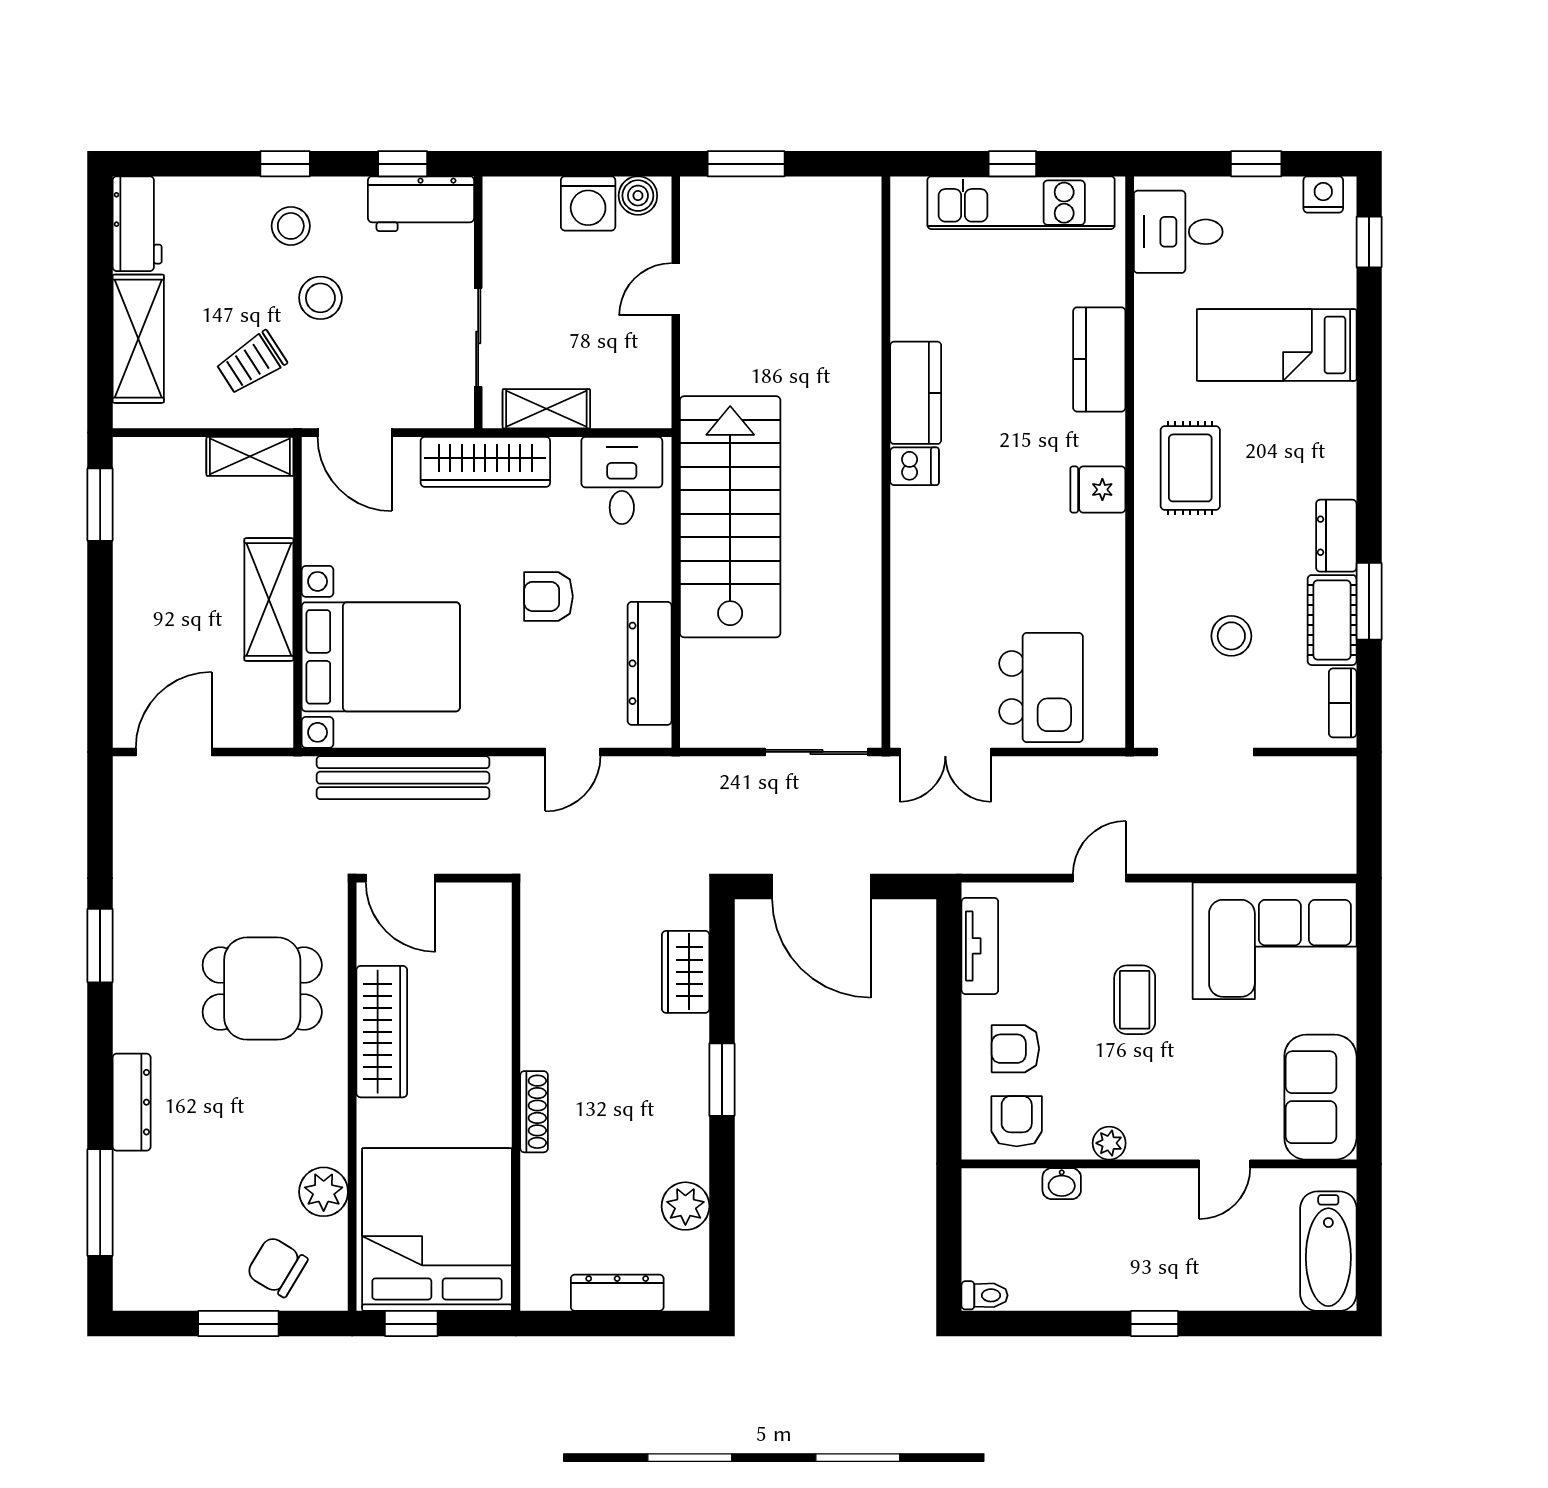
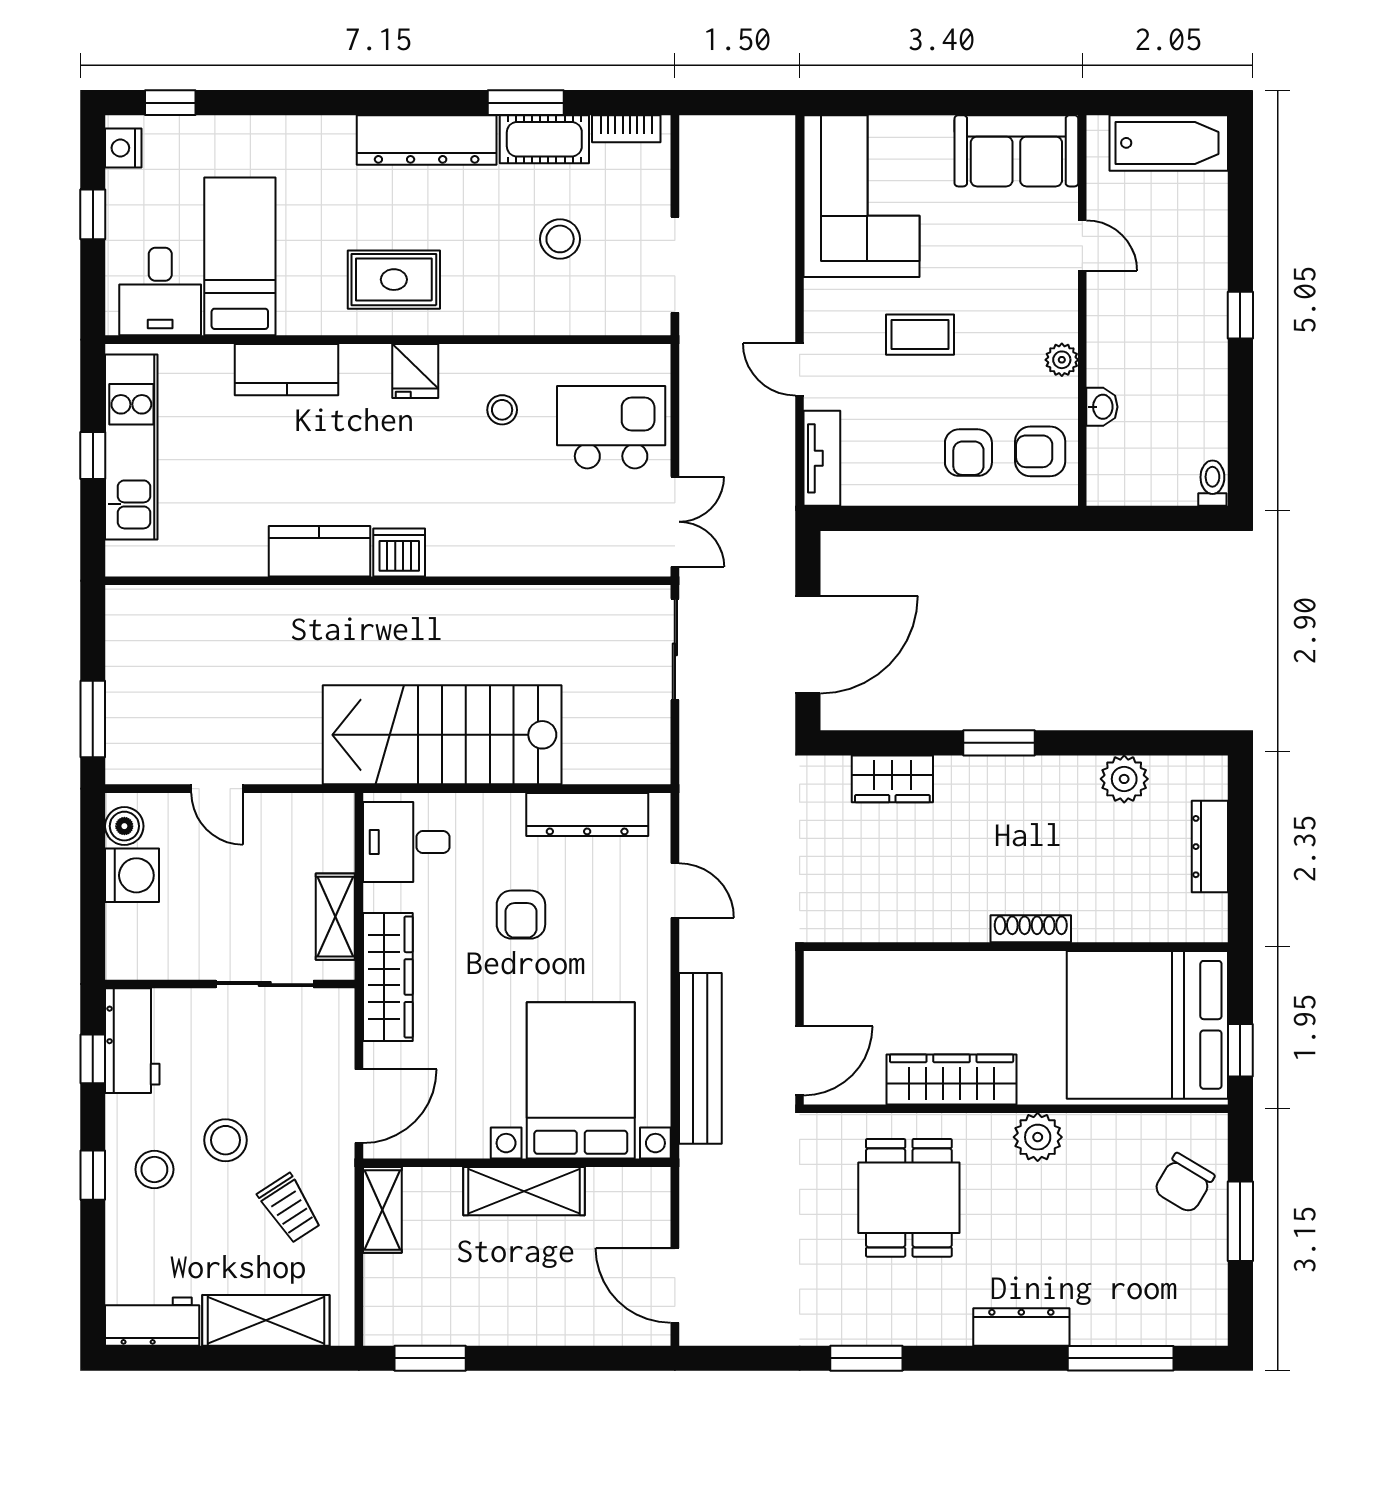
bed: (1277, 345) -> (240, 256), moved, turned 180
dishwasher: (914, 466) -> (399, 552), width x1.38
dresser: (1336, 536) -> (427, 140), width x1.96, depth x1.24
stool: (1059, 577) -> (502, 410), added
tv unit: (980, 946) -> (822, 458), moved, turned 90
plant: (324, 1192) -> (1038, 1137), moved

